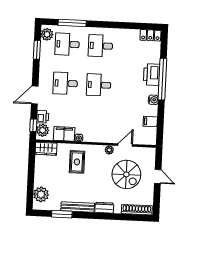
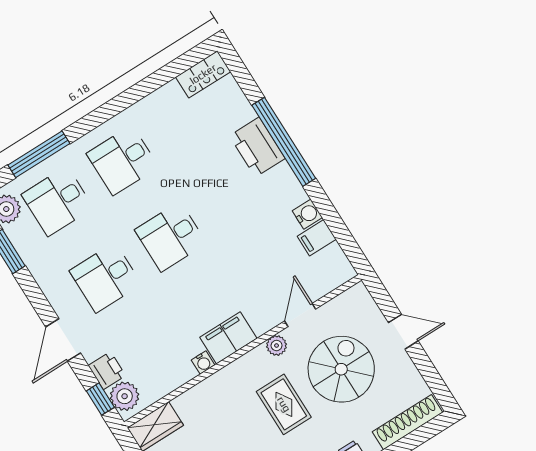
water cooler: (153, 100) -> (307, 214), moved
filing cabinet: (64, 134) -> (228, 338), moved
rug: (77, 162) -> (284, 404), moved
spiral stairs: (126, 174) -> (341, 369), turned -90

